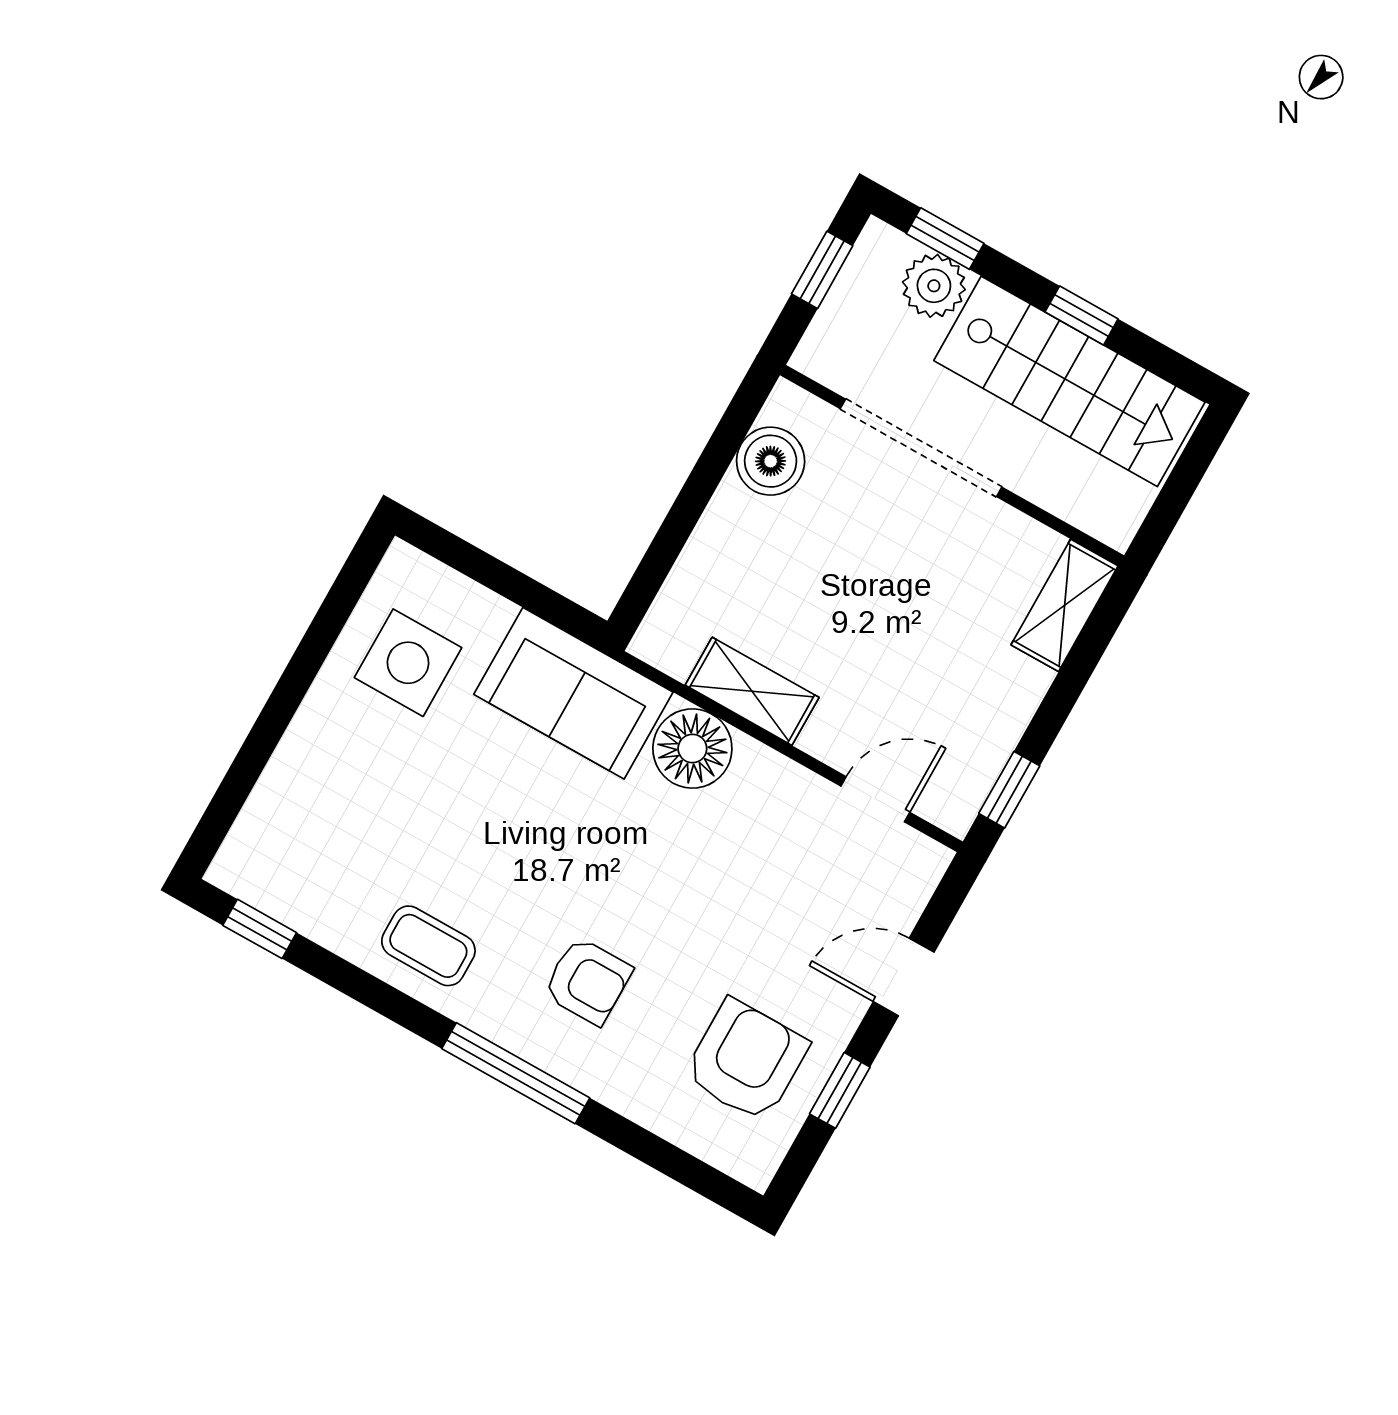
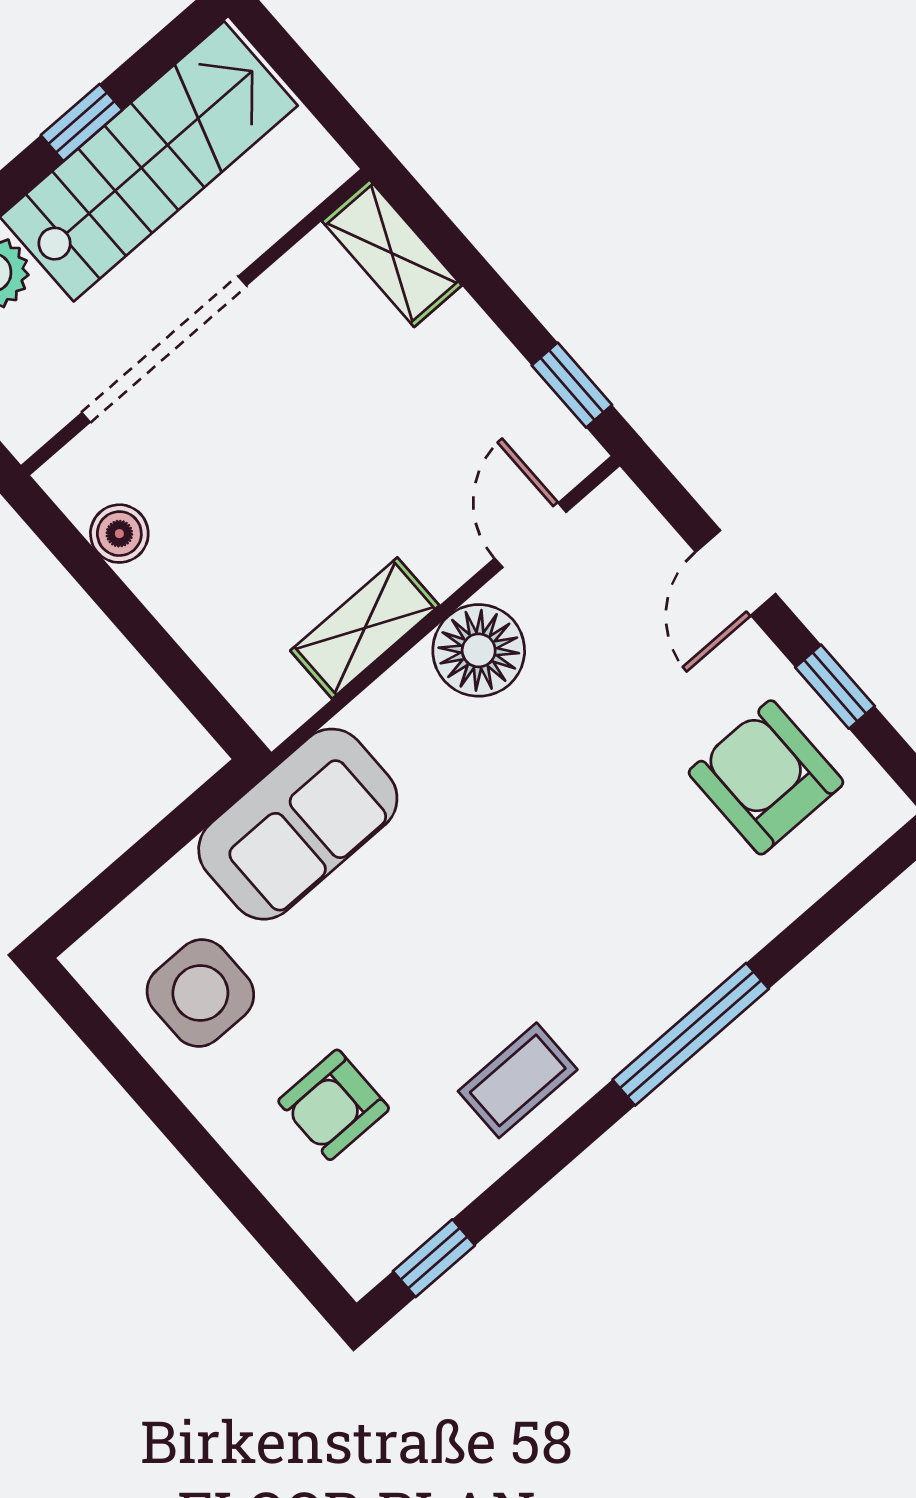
boiler: (771, 461) -> (119, 534), width x0.73, depth x0.73
floor lamp: (692, 749) -> (479, 650), moved
armchair: (588, 981) -> (334, 1105), moved, turned 180

